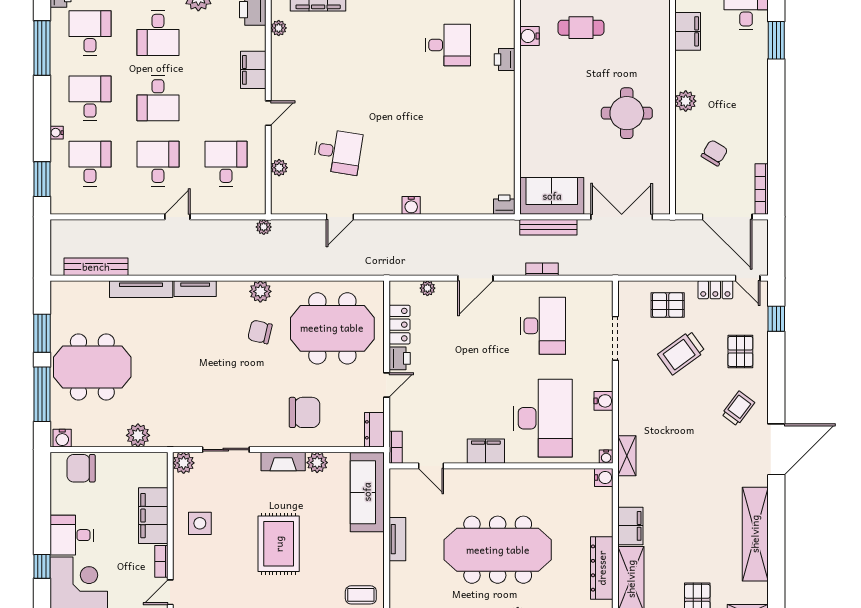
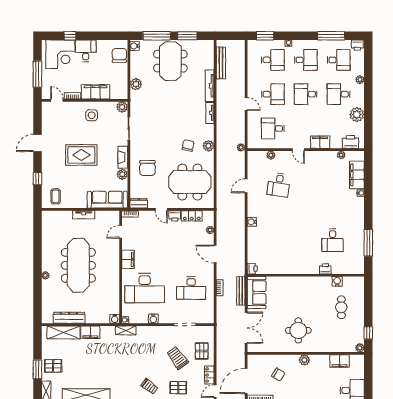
desk: (226, 164) -> (273, 128), turned 180
door: (340, 217) -> (246, 186), hinge flipped
meeting table: (332, 328) -> (190, 182), turned 90

